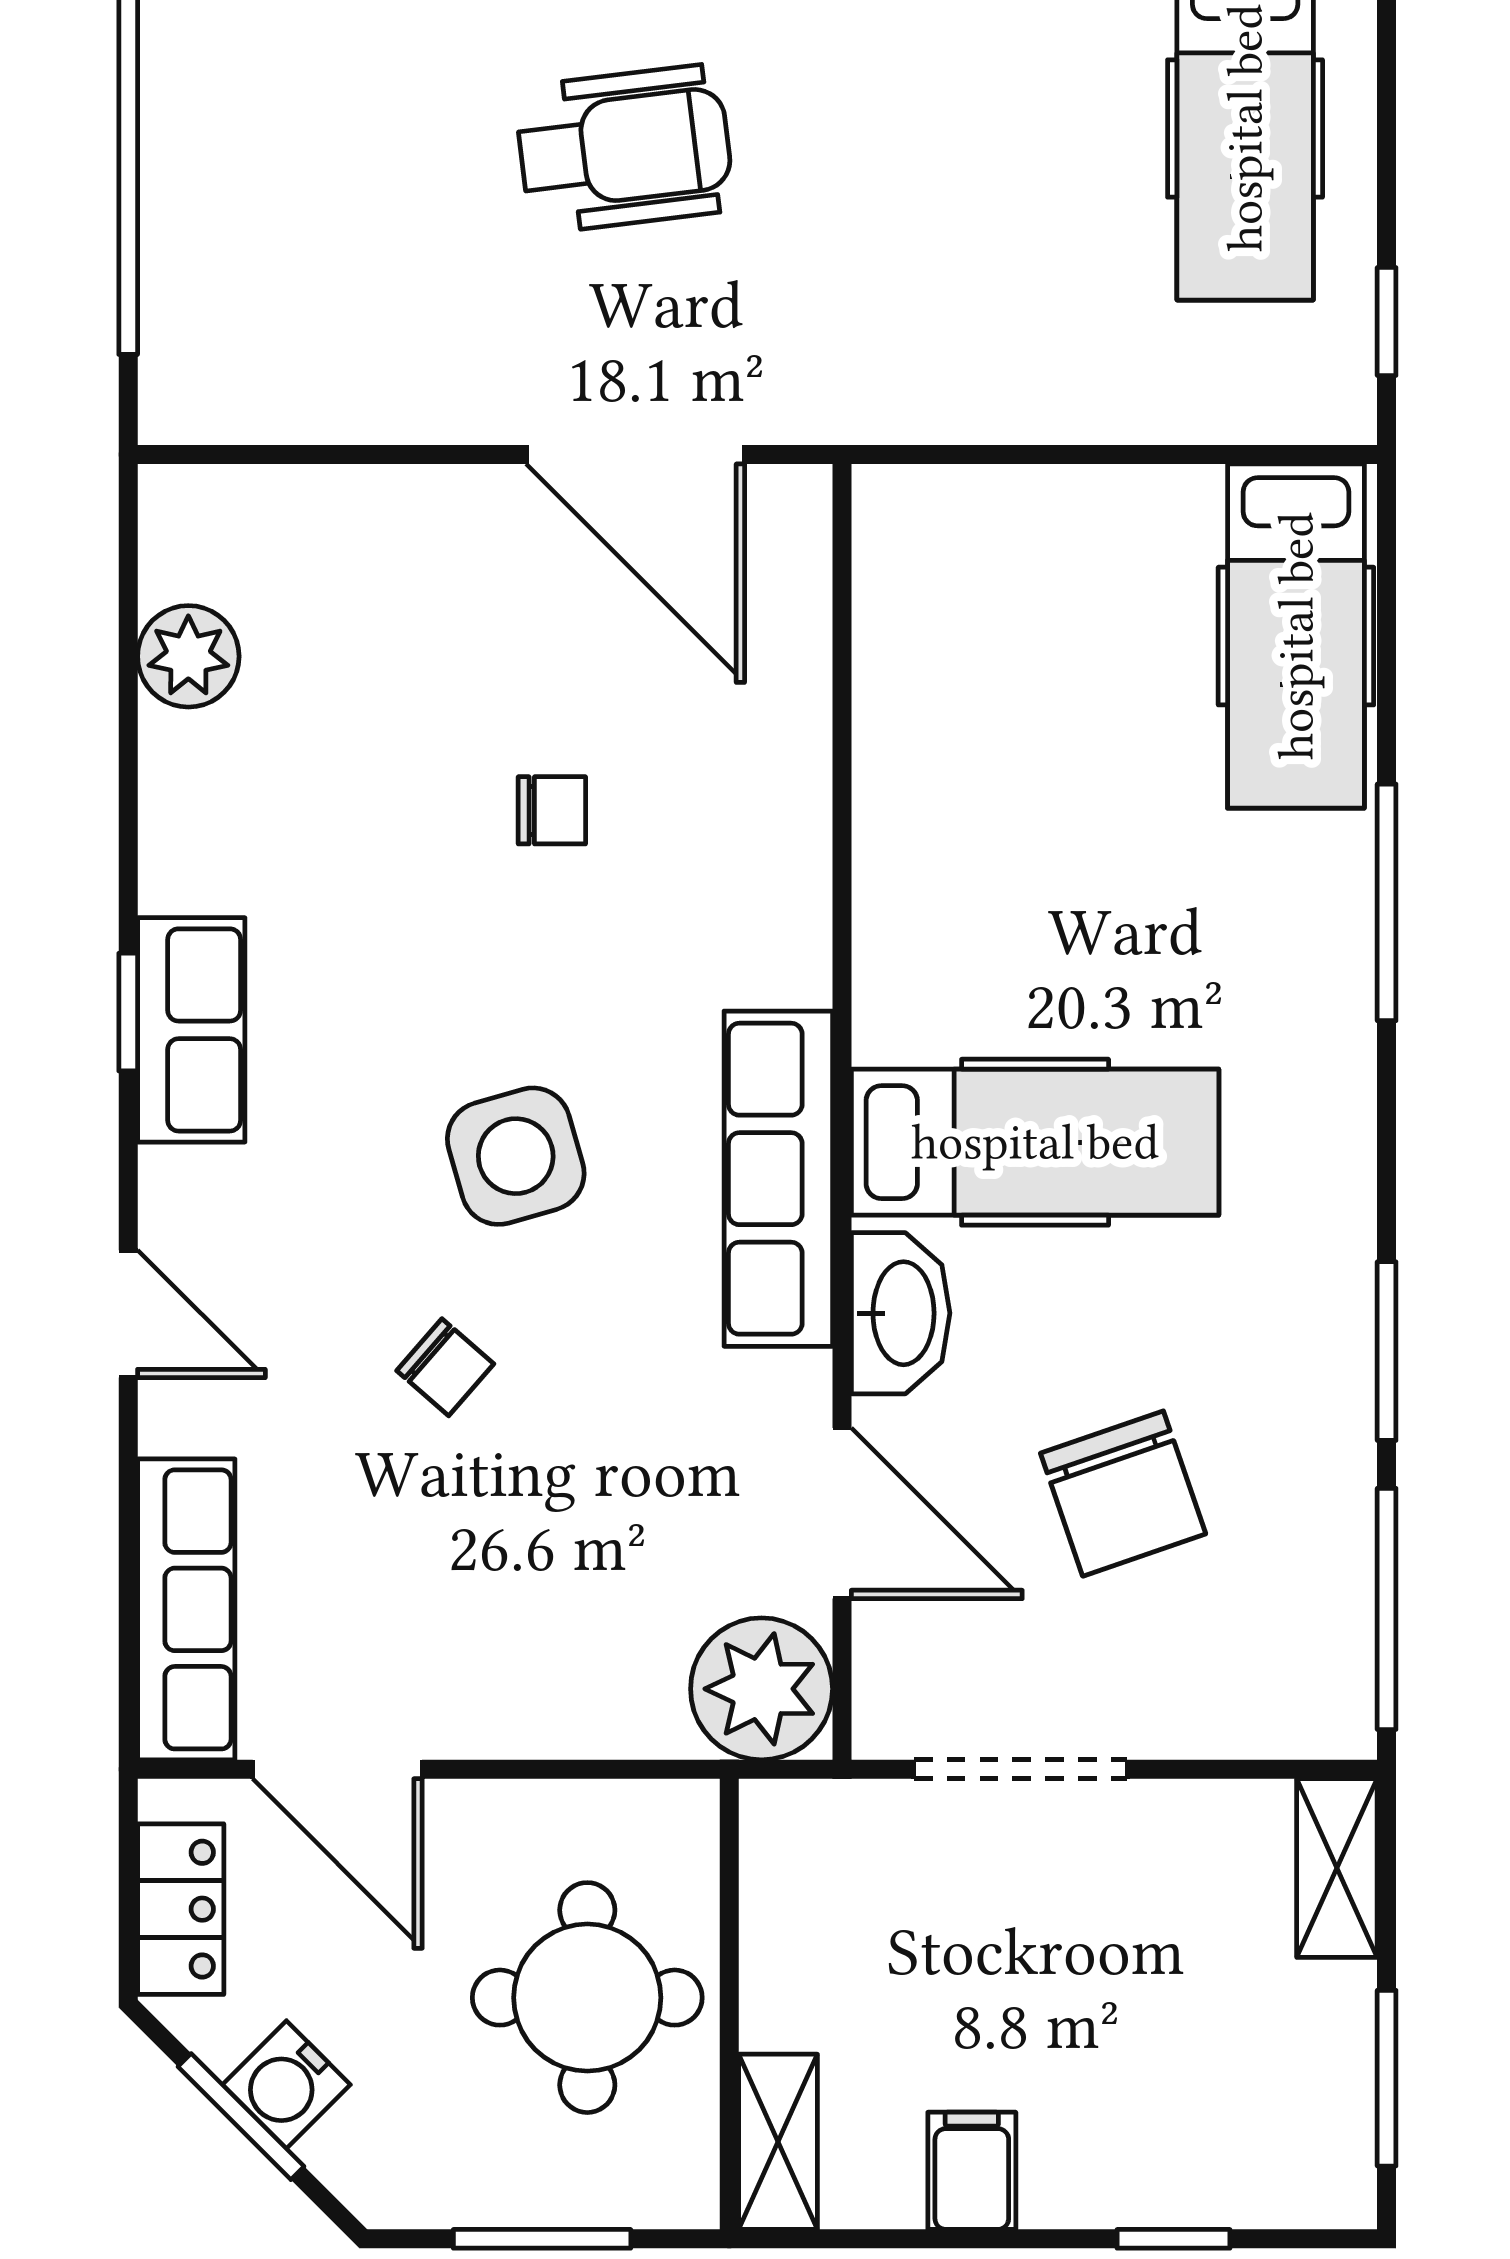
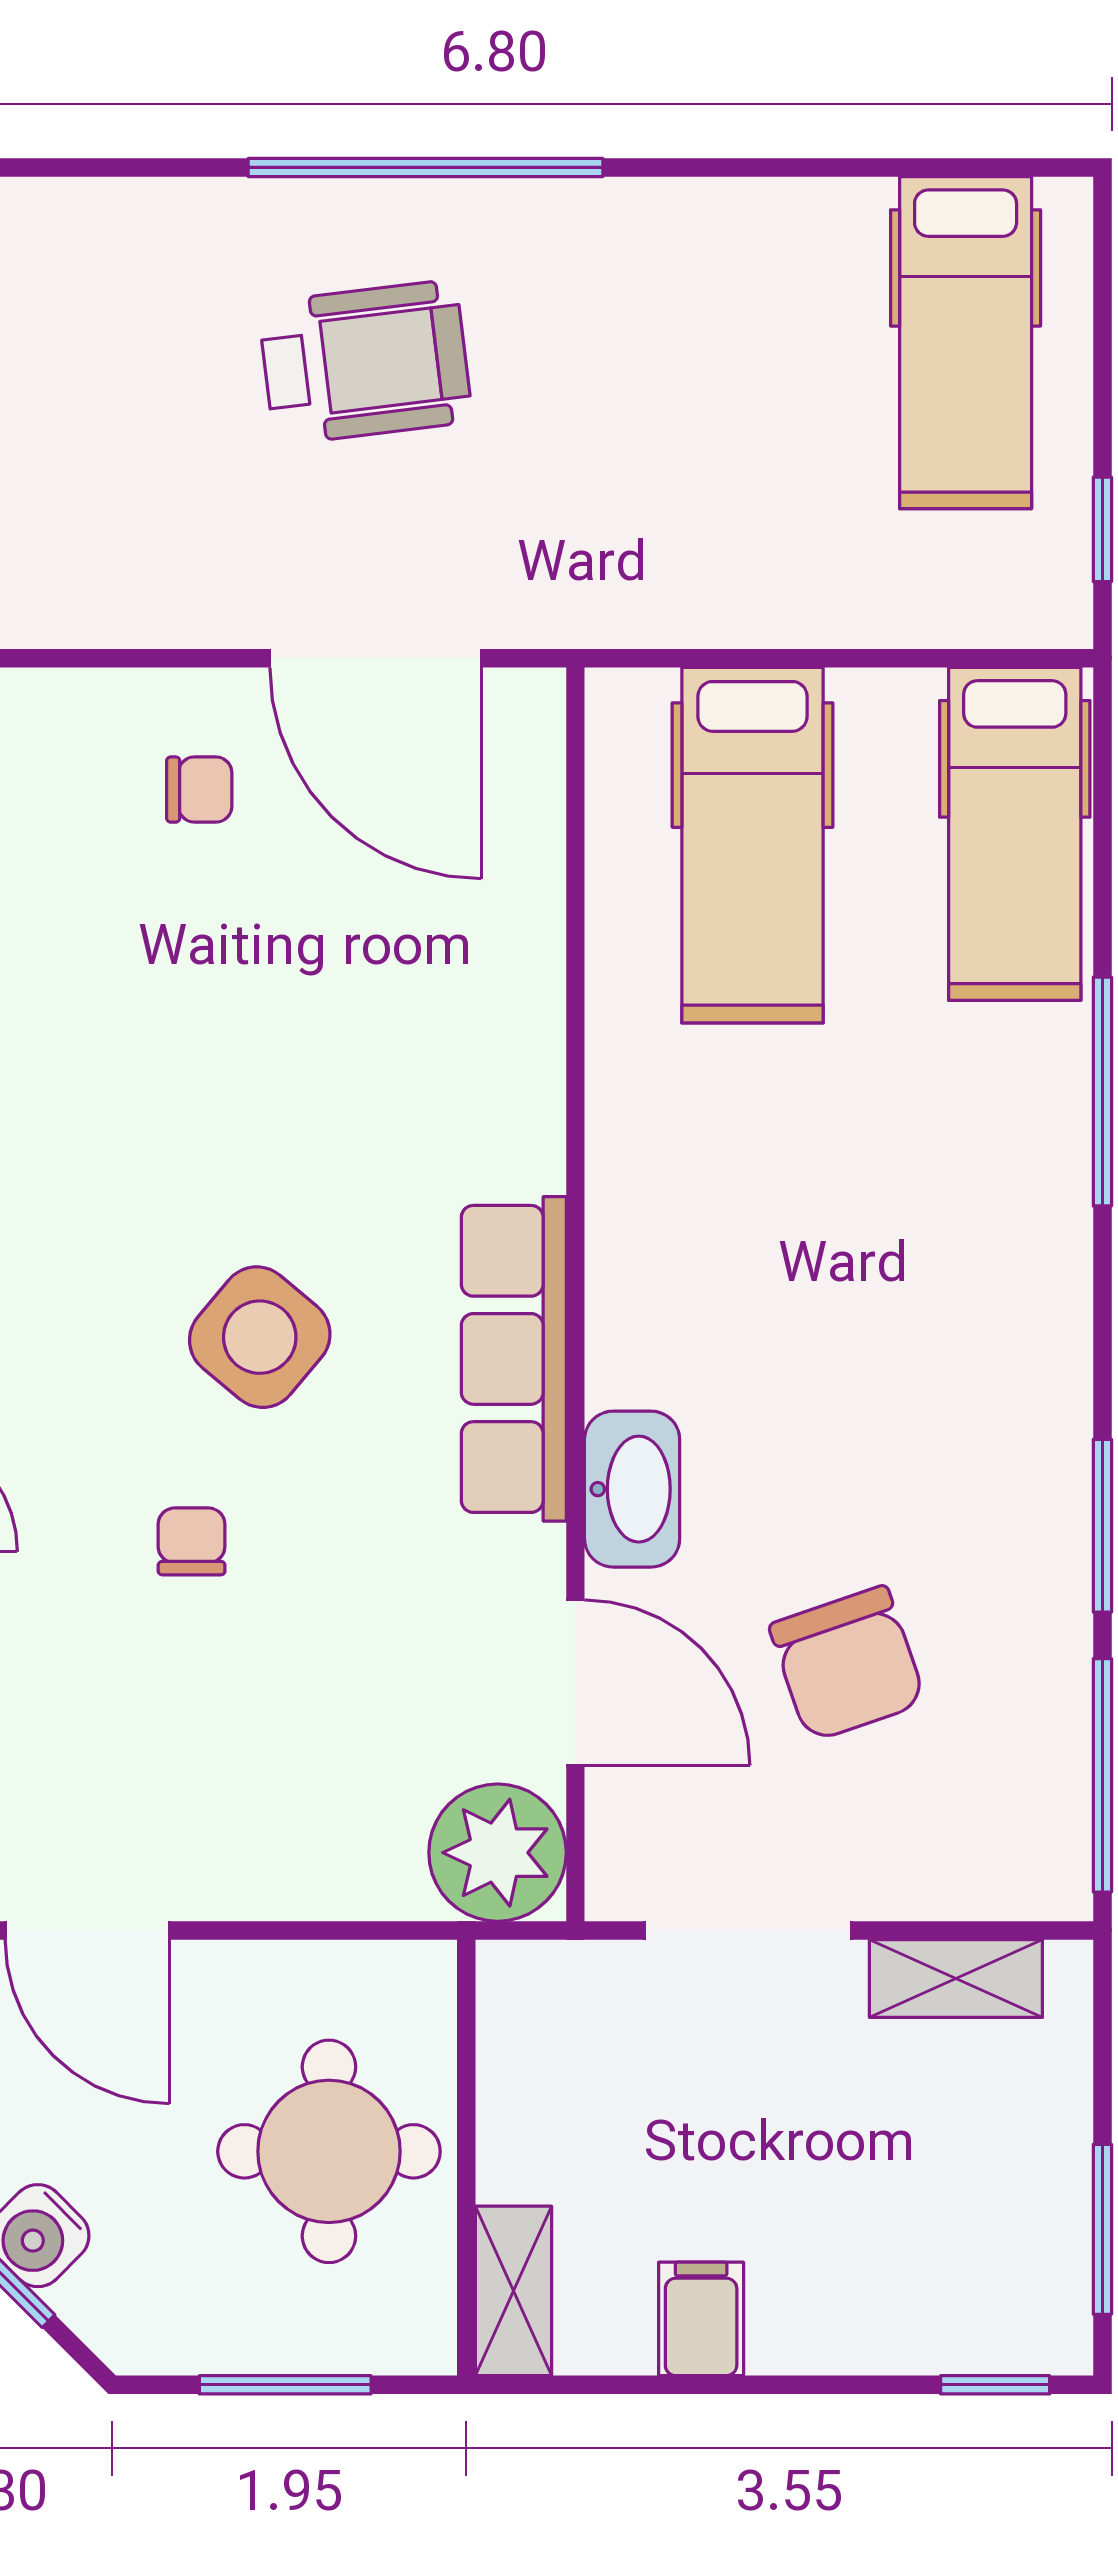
chair: (552, 810) -> (199, 790), moved
hospital bed: (1035, 1142) -> (753, 845), moved, turned 90
side table: (516, 1156) -> (260, 1337), turned -34
chair: (445, 1367) -> (192, 1541), turned -131
shelving: (1337, 1868) -> (956, 1978), moved, turned 90
window: (1174, 2239) -> (995, 2385), moved

